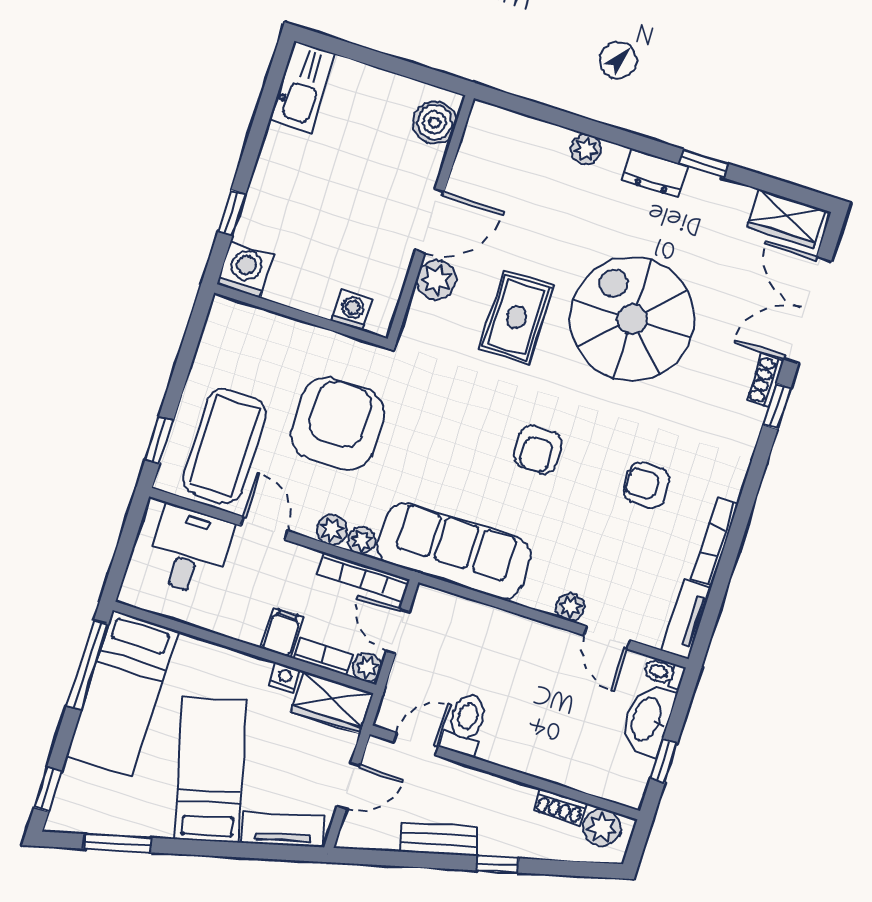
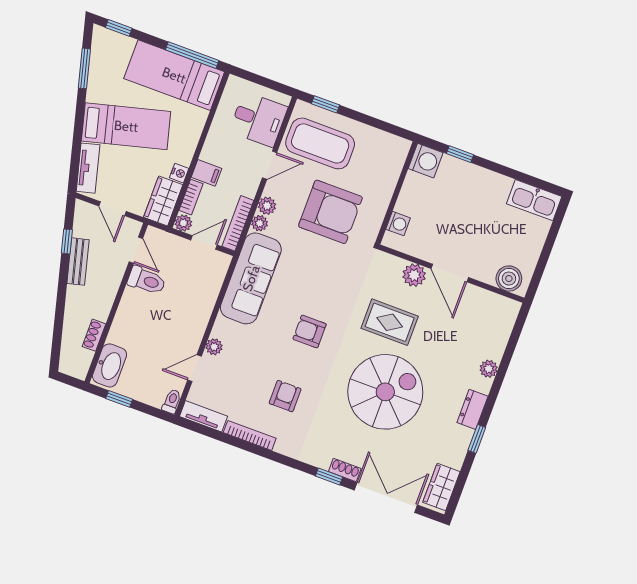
washbasin: (647, 719) -> (110, 365), moved, turned 90
plant: (602, 828) -> (81, 360), removed
window: (498, 864) -> (67, 241), moved

